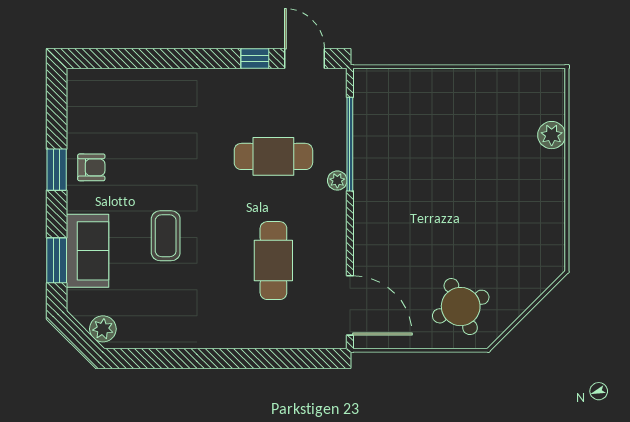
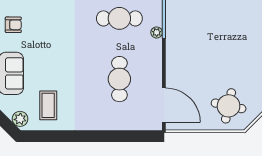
coffee table: (166, 236) -> (48, 105), moved
round table: (461, 307) -> (229, 106), turned 36

